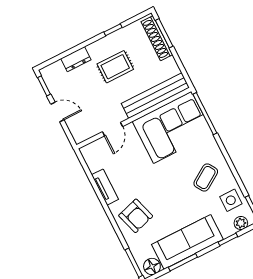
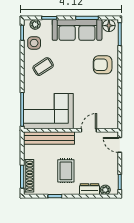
rug: (115, 67) -> (66, 171), turned 90
plant: (57, 68) -> (105, 190), added
door: (57, 112) -> (120, 145), moved
tv unit: (105, 187) -> (113, 94), removed
armchair: (136, 216) -> (103, 65), turned -73

